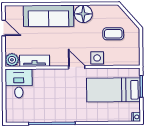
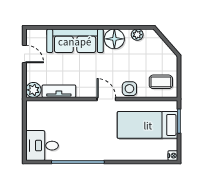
plant: (104, 10) -> (137, 35), added
coffee table: (113, 34) -> (161, 82), moved
desk: (19, 83) -> (42, 146), moved, turned -90

